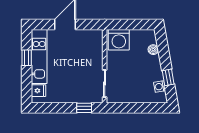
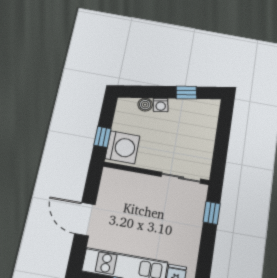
window: (124, 24) -> (103, 137), added
washing machine: (160, 87) -> (161, 105), moved

